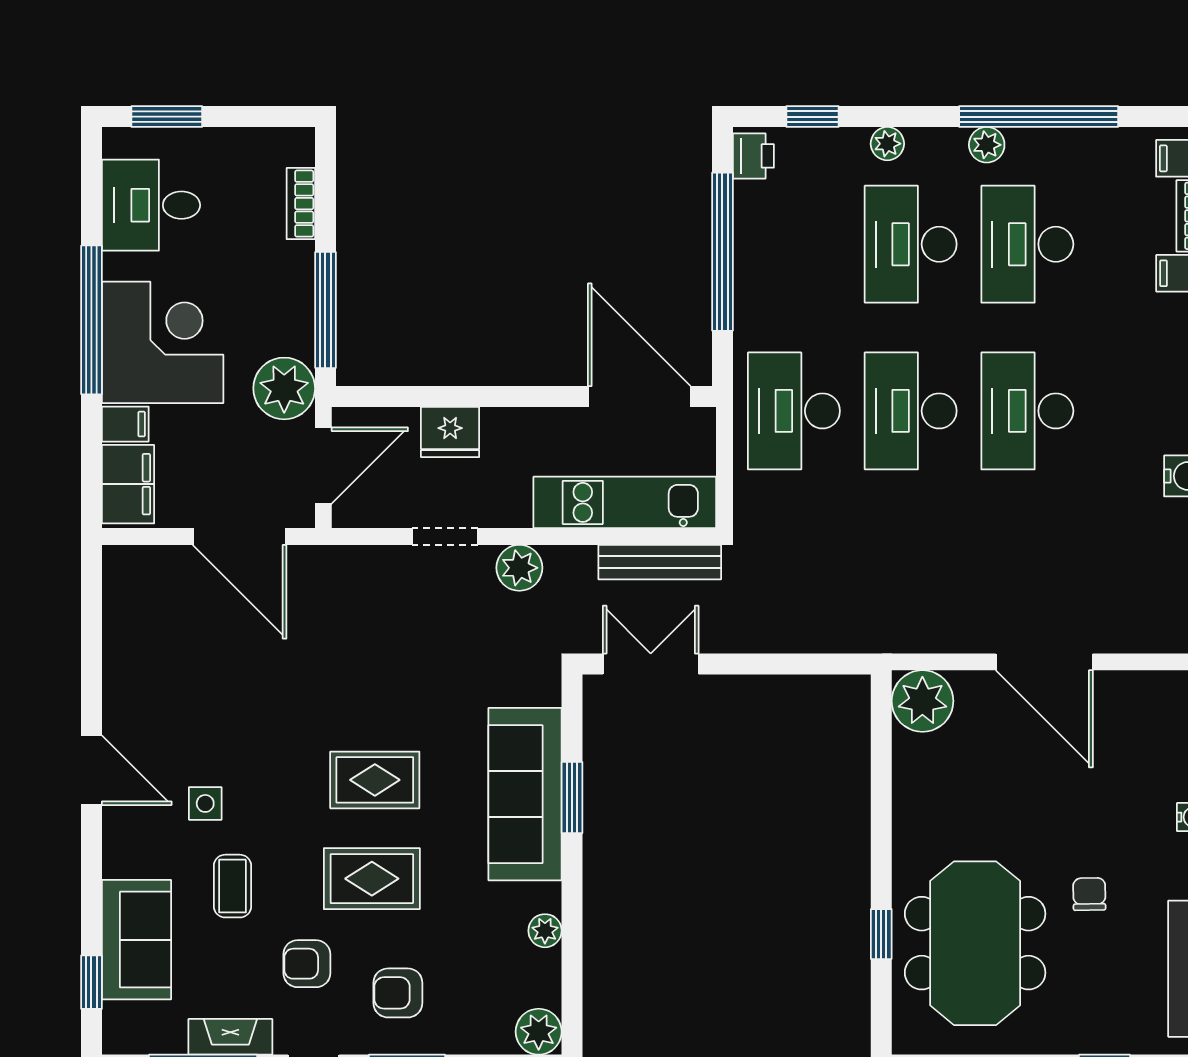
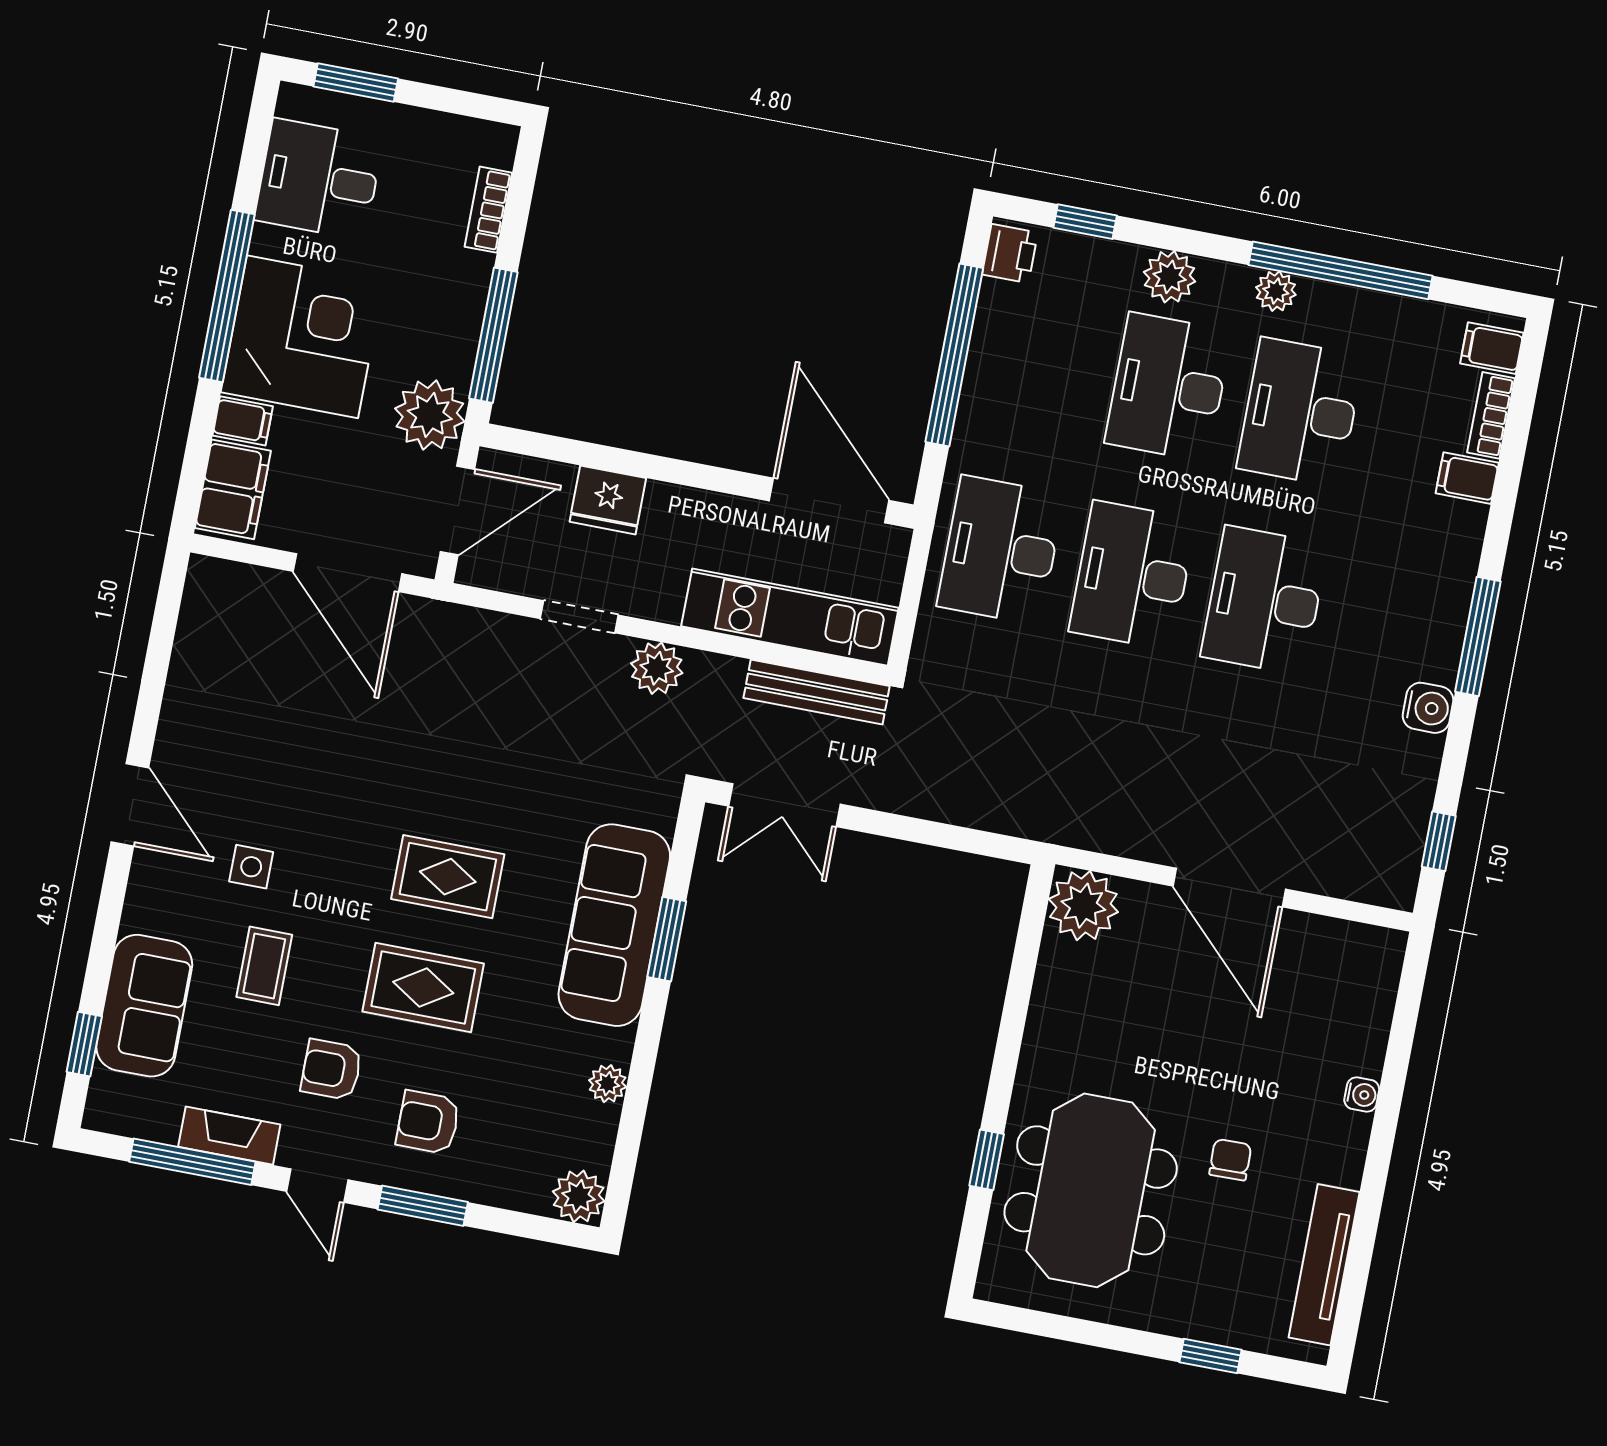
plant: (887, 144) -> (1170, 277), width x1.38, depth x1.38
double door: (651, 664) -> (784, 805), swing flipped

